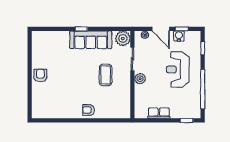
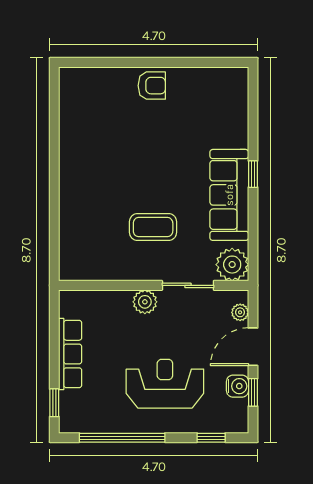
armchair: (89, 110) -> (77, 190), removed
row of seats: (159, 113) -> (70, 354), width x1.48

